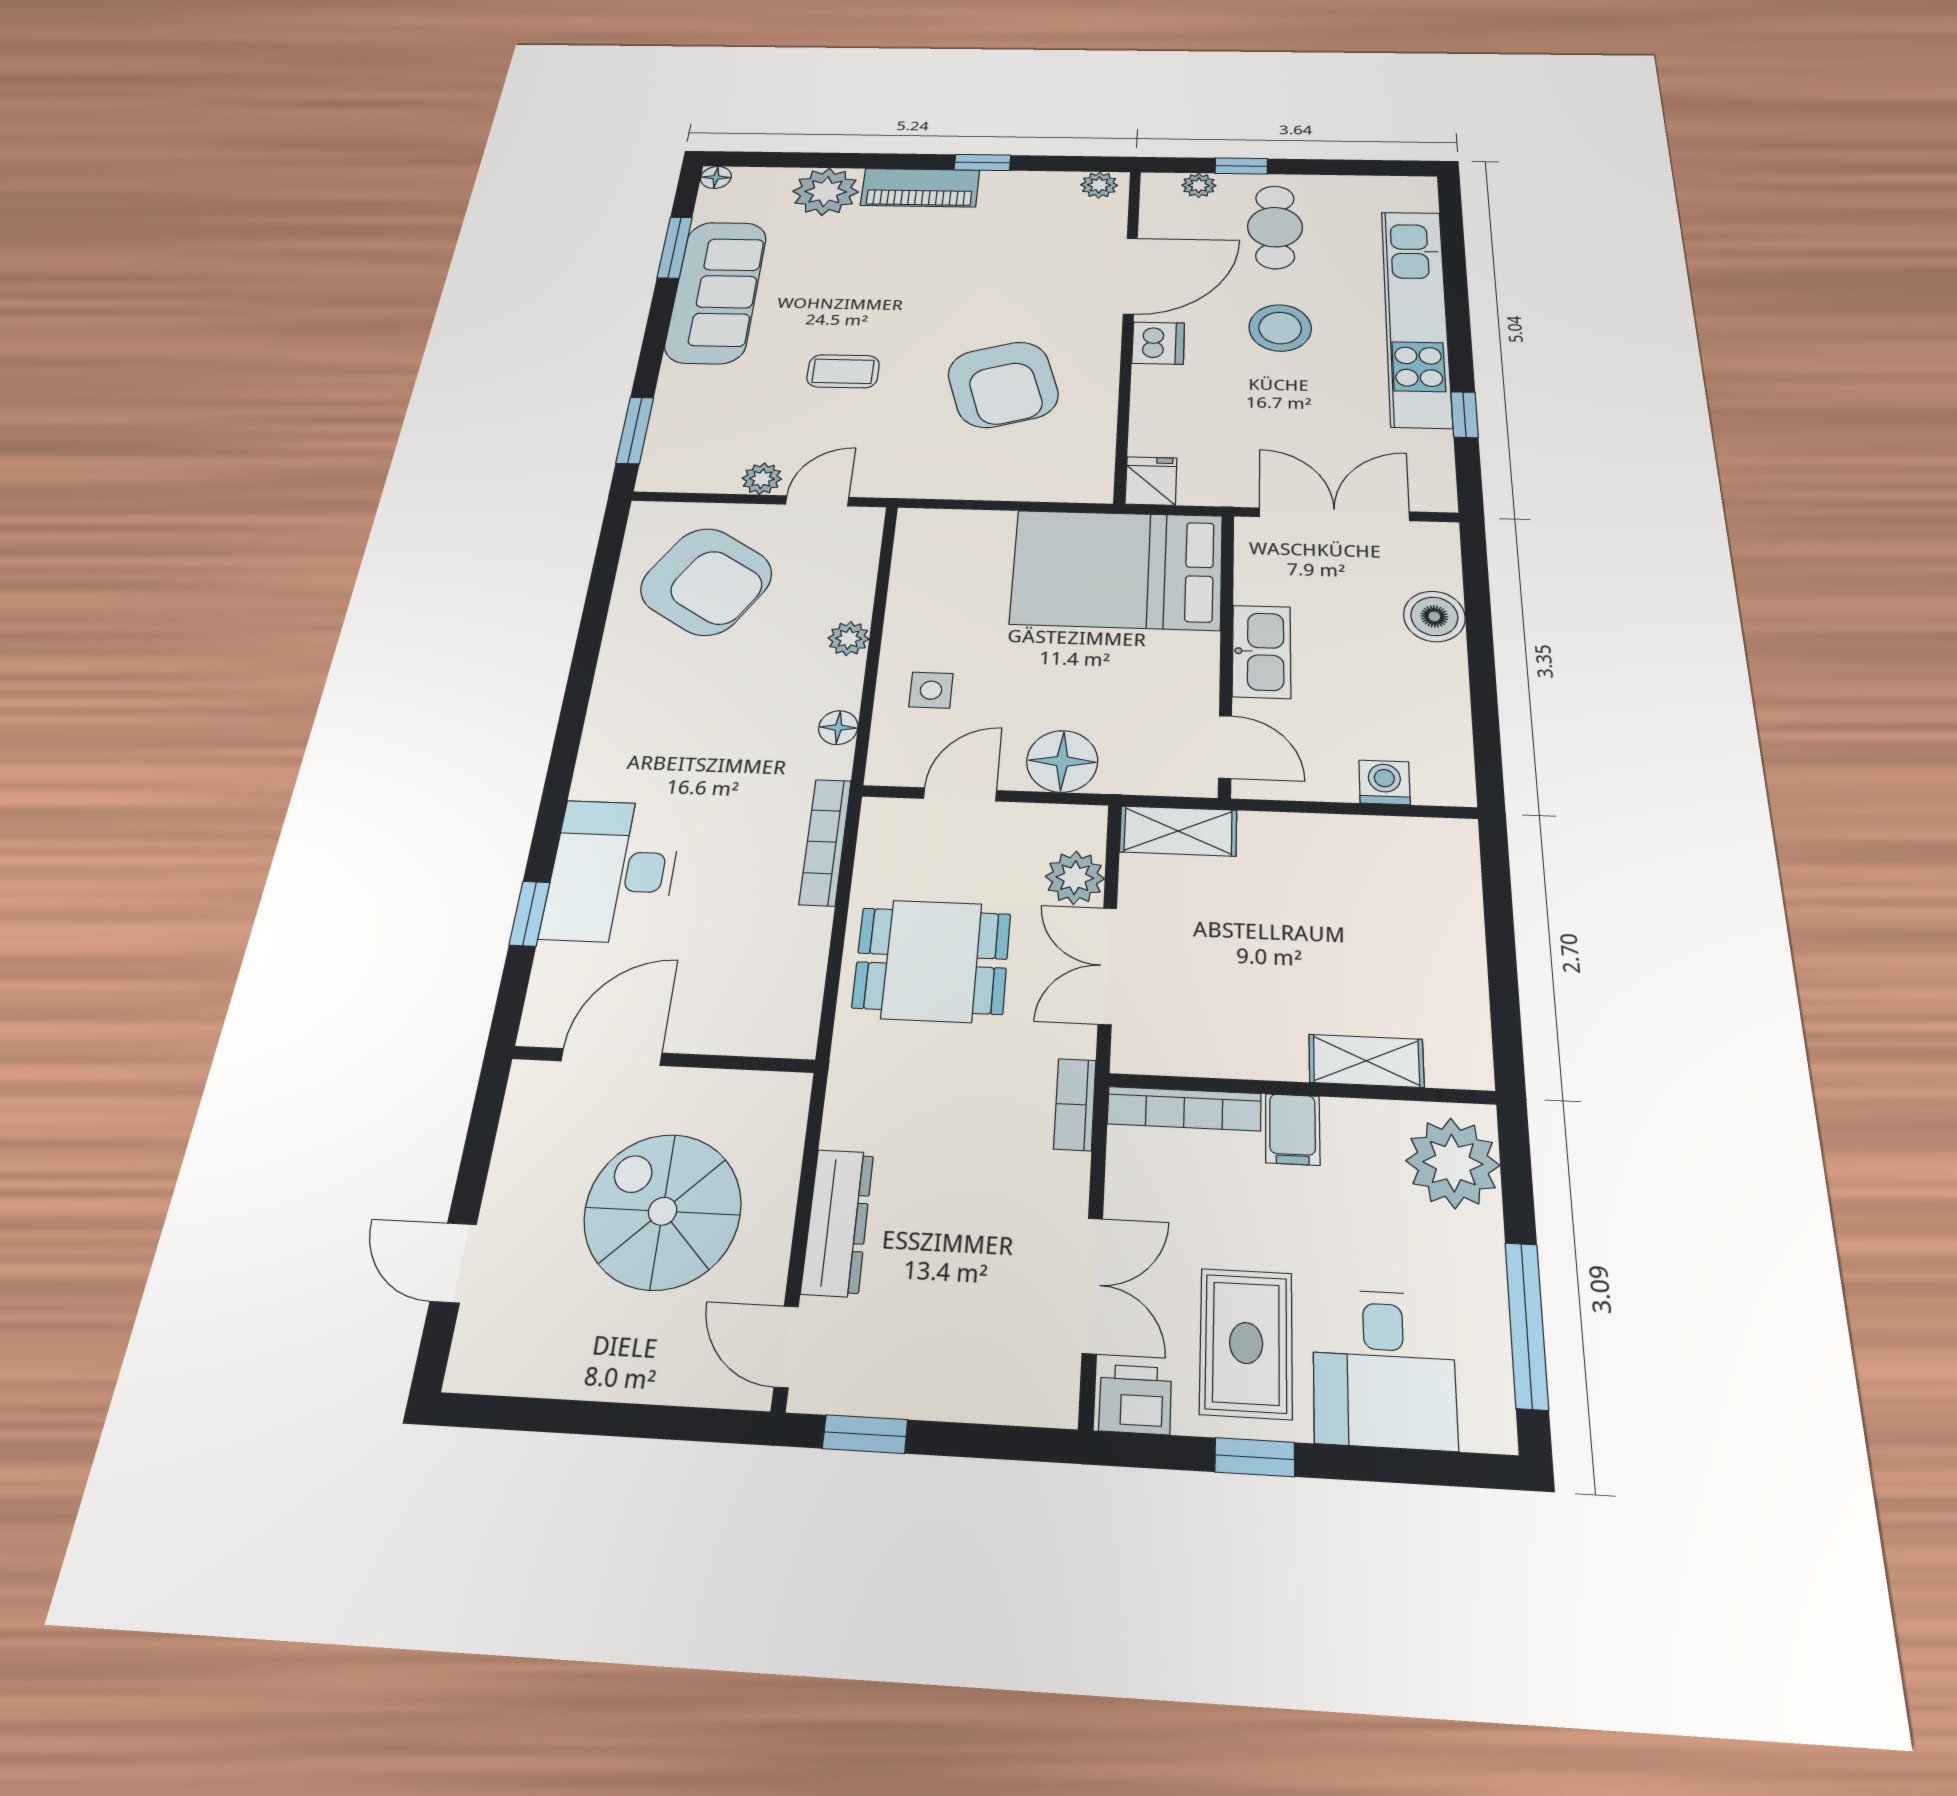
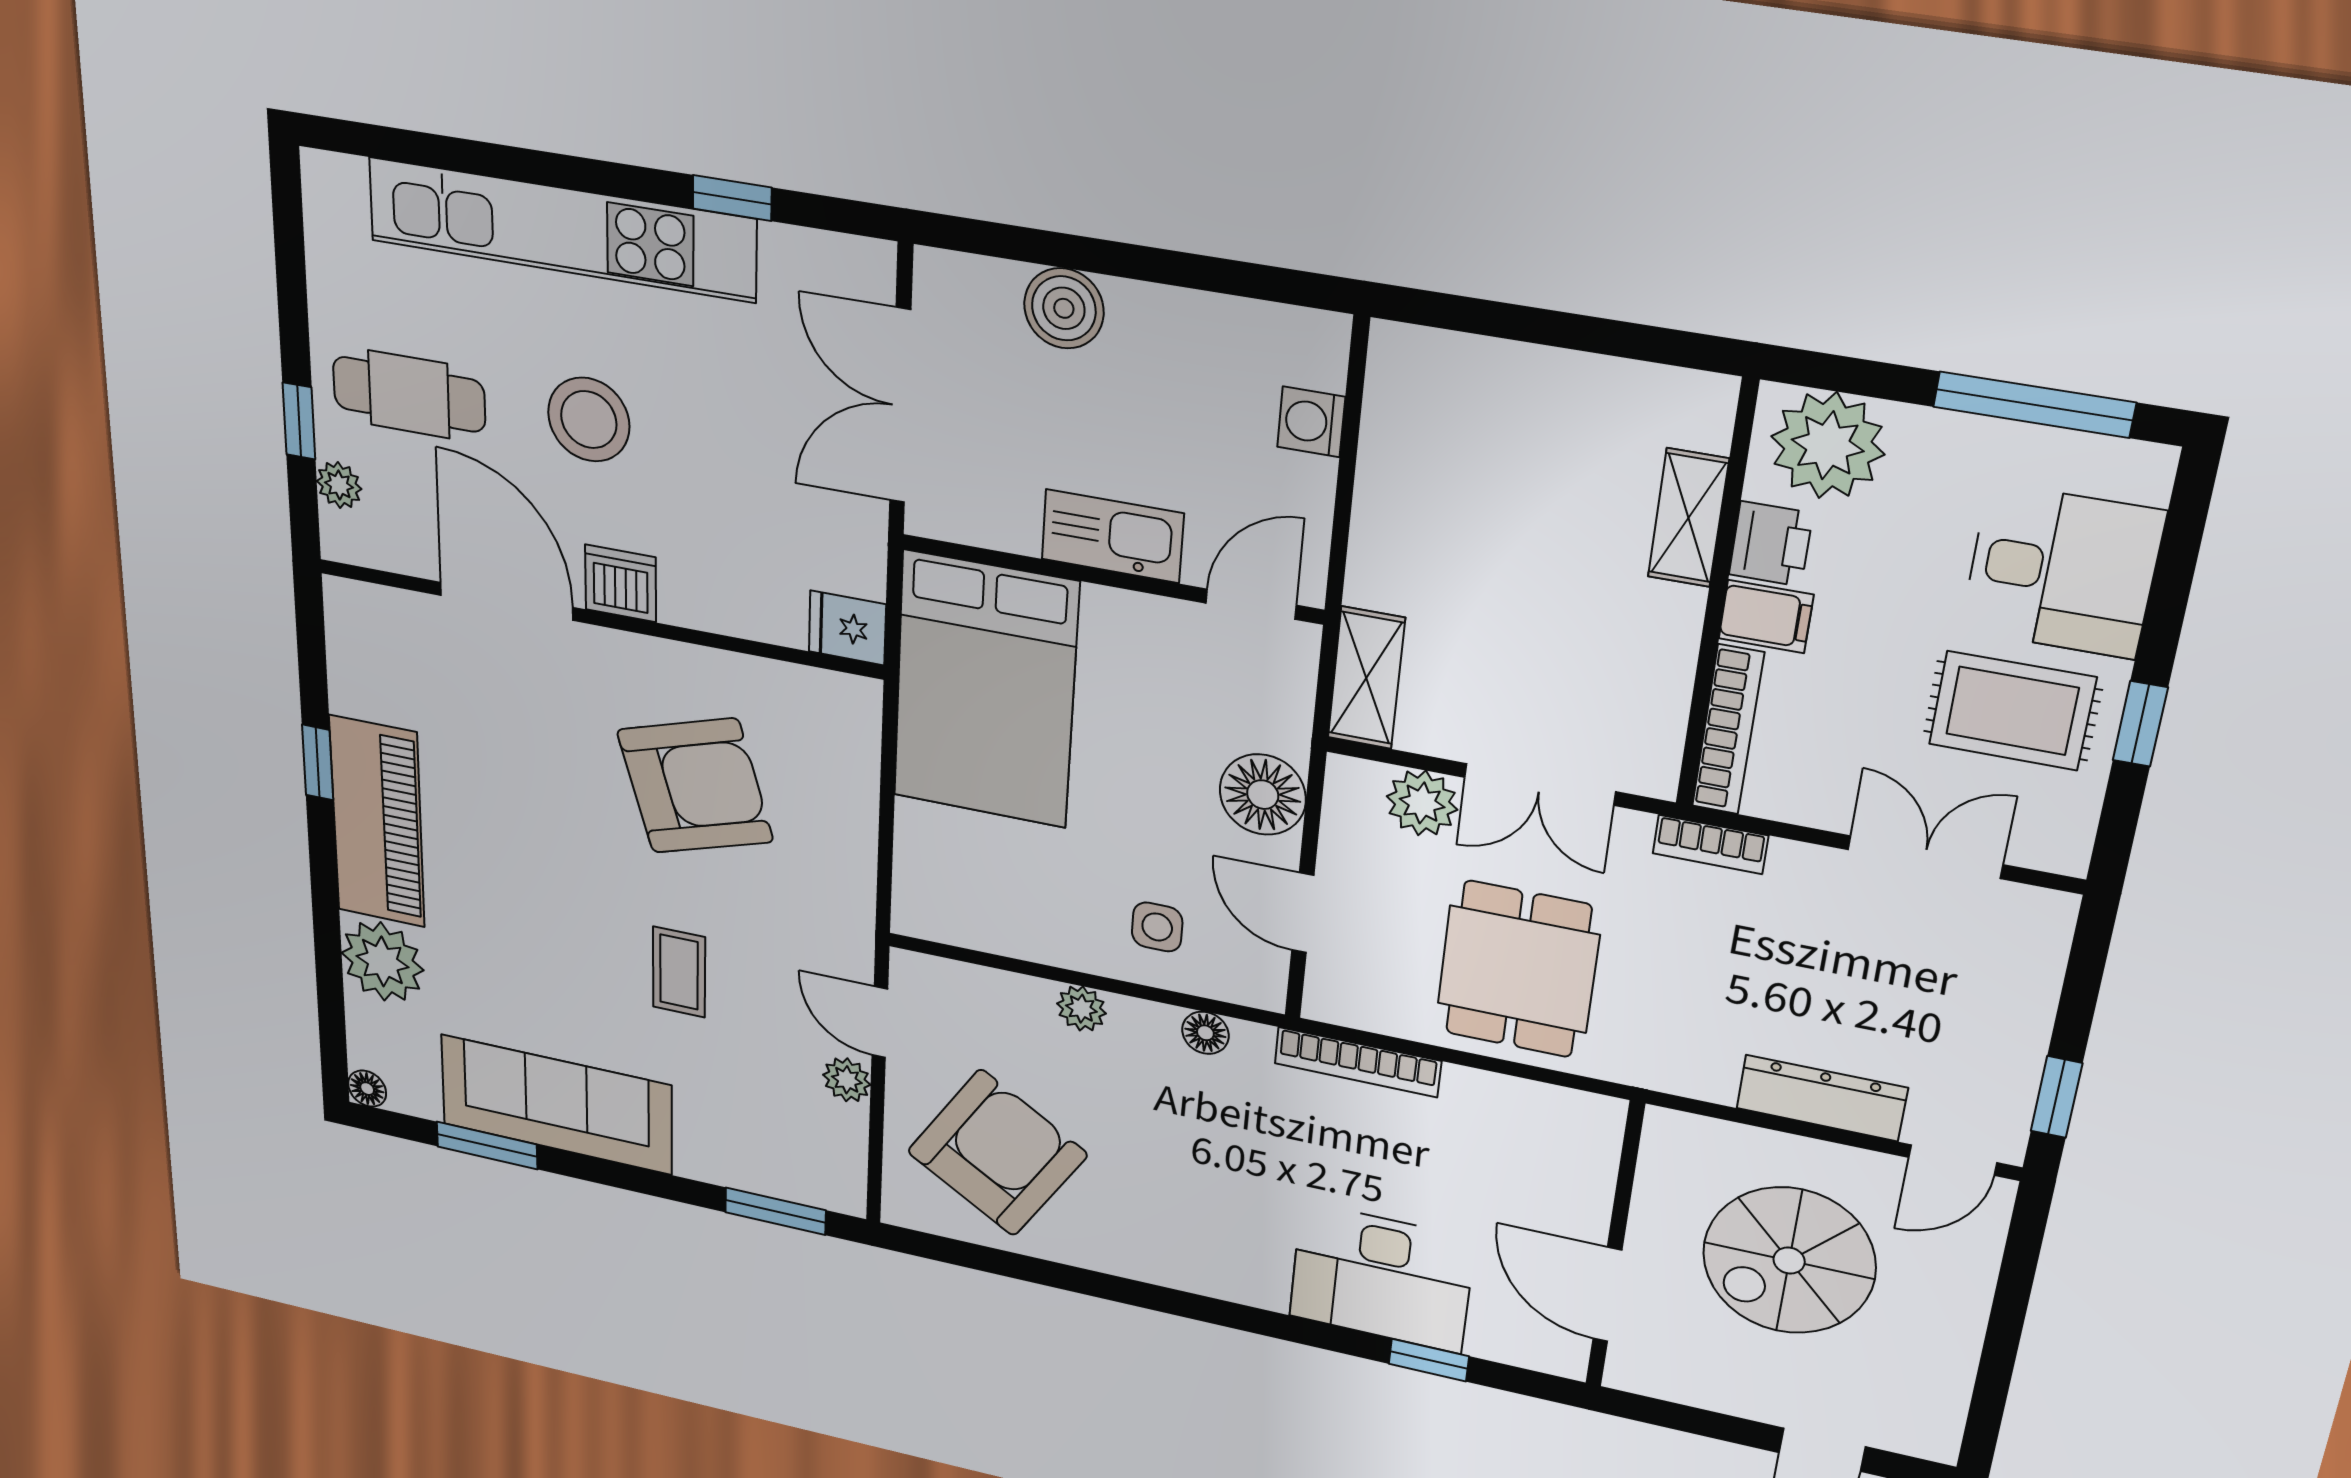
plant: (1099, 185) -> (347, 618), removed
piano: (920, 188) -> (377, 822), width x1.37, depth x1.33
printer: (1135, 1399) -> (1771, 544), moved, turned 180

